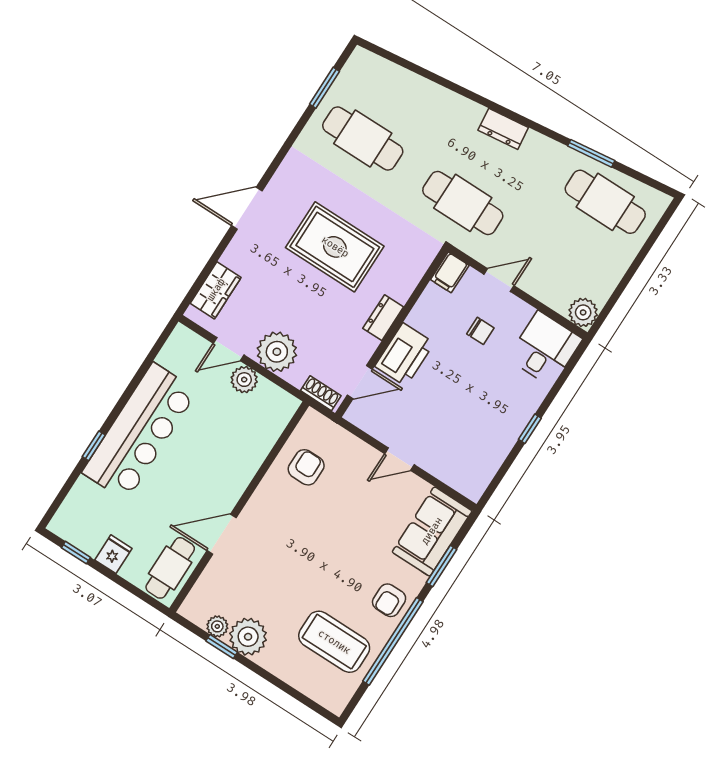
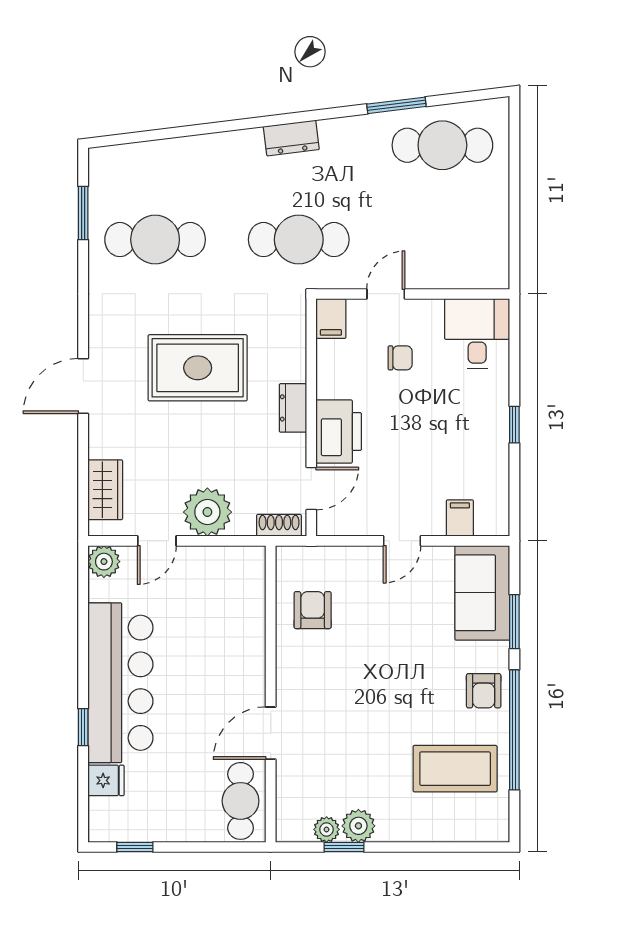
plant: (583, 312) -> (492, 272), removed
plant: (244, 380) -> (104, 562), moved
filing cabinet: (450, 469) -> (460, 518), added
fridge: (113, 554) -> (106, 780), moved, turned 90
plant: (248, 637) -> (358, 826), width x0.73, depth x0.73

